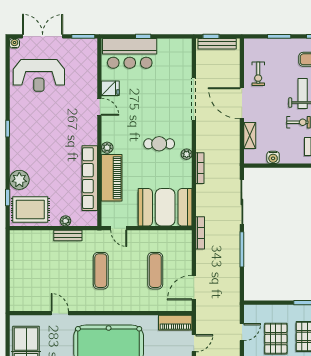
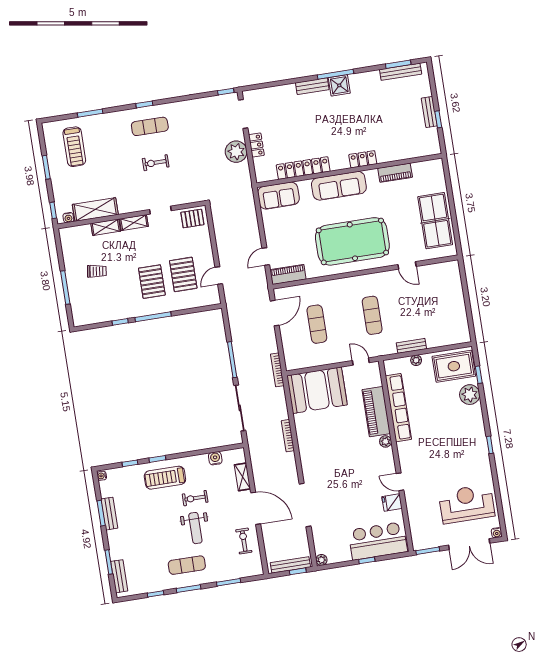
cafe table: (159, 144) -> (333, 454), removed
plant: (187, 154) -> (321, 560), moved

